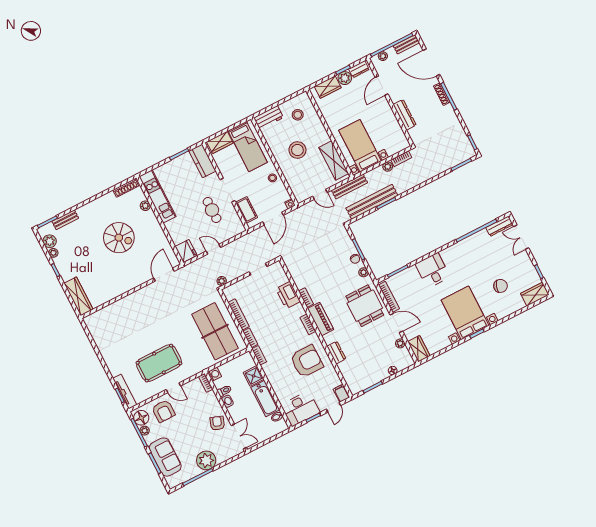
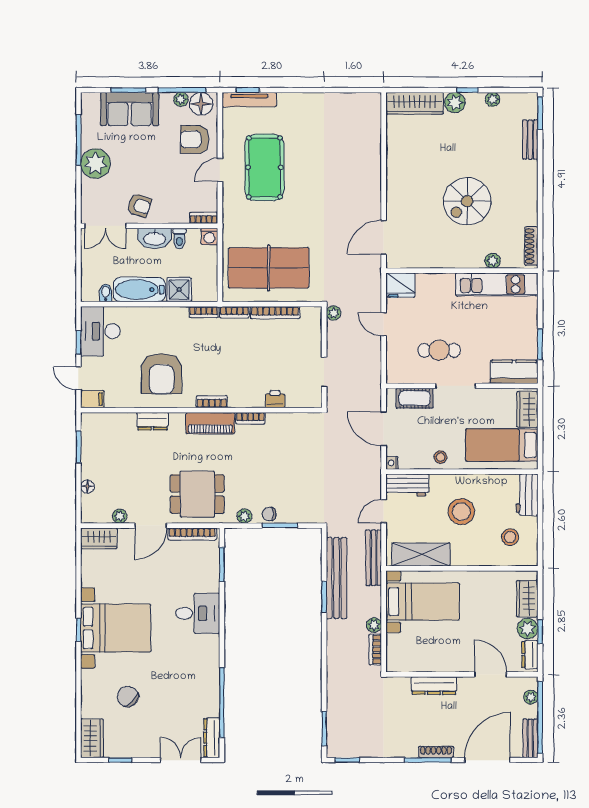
workbench: (298, 189) -> (407, 485), added
plant: (50, 241) -> (455, 102), moved
door: (213, 249) -> (384, 324), swing flipped
door: (164, 275) -> (384, 237), swing flipped
chair: (500, 286) -> (128, 696), turned 117
printer: (288, 295) -> (275, 399), width x0.53, depth x0.68
washbasin: (227, 401) -> (155, 238), width x1.91, depth x1.45

